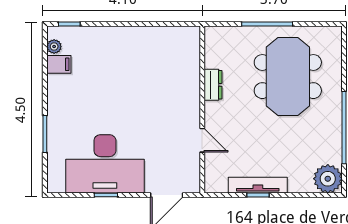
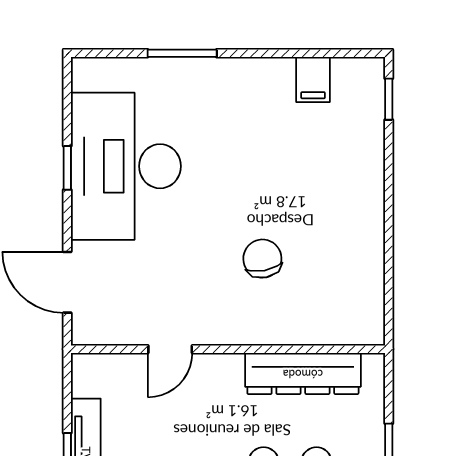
plant: (54, 47) -> (347, 71), removed
dresser: (213, 85) -> (303, 374), width x1.96, depth x1.24
chair: (154, 91) -> (262, 259), added

